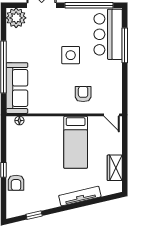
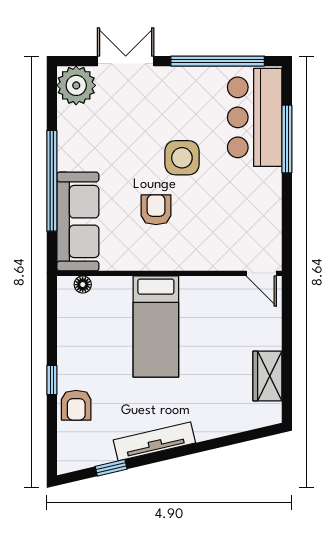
armchair: (83, 94) -> (156, 210), moved
bed: (76, 142) -> (156, 327), moved
tv unit: (80, 196) -> (154, 441), moved

